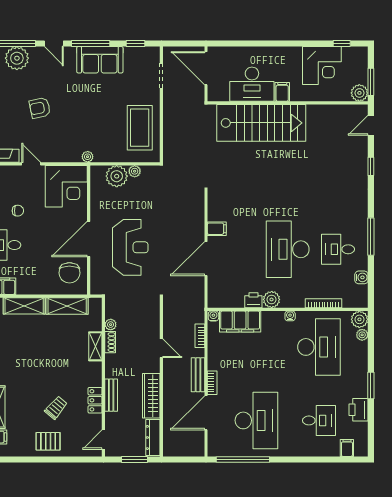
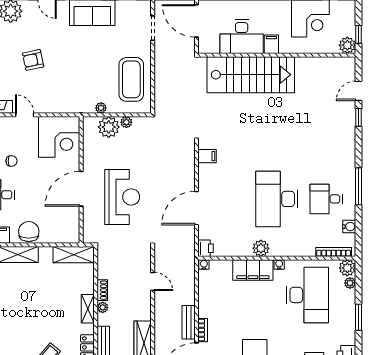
window: (371, 82) -> (359, 34), width x0.67
door: (371, 125) -> (359, 91), moved
plant: (88, 157) -> (101, 108), moved
filing cabinet: (217, 229) -> (207, 156), moved
chair: (69, 273) -> (29, 232), moved, turned 180
printer: (253, 300) -> (205, 248), moved, turned 90
bookcase: (324, 303) -> (334, 252), moved
shelving: (67, 306) -> (74, 255), moved
filing cabinet: (240, 322) -> (253, 270), moved
plant: (111, 325) -> (103, 307), moved
bookcase: (200, 336) -> (190, 284), removed
shelving: (95, 346) -> (88, 309), moved
door: (161, 348) -> (153, 282), moved
window: (371, 386) -> (359, 317), moved

